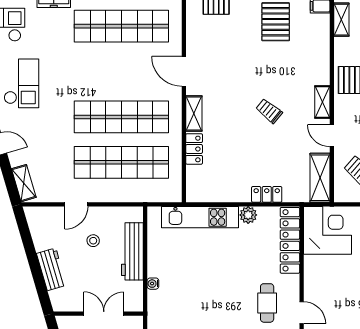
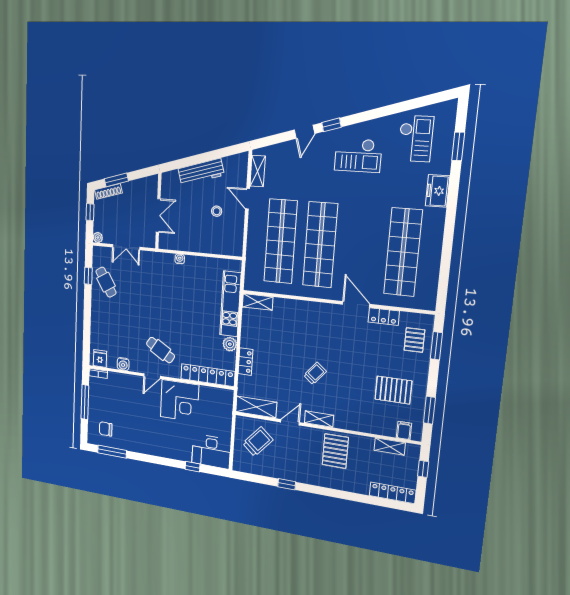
door: (184, 71) -> (356, 304), hinge flipped
shelving: (194, 113) -> (258, 302), moved
locker: (194, 149) -> (384, 317), moved
shelving: (24, 183) -> (258, 171), moved, turned -74
corner desk: (328, 230) -> (179, 401), moved
workbench: (132, 251) -> (206, 244), removed
workbench: (51, 269) -> (201, 172), width x1.37
cafe table: (267, 303) -> (161, 350), turned 32

